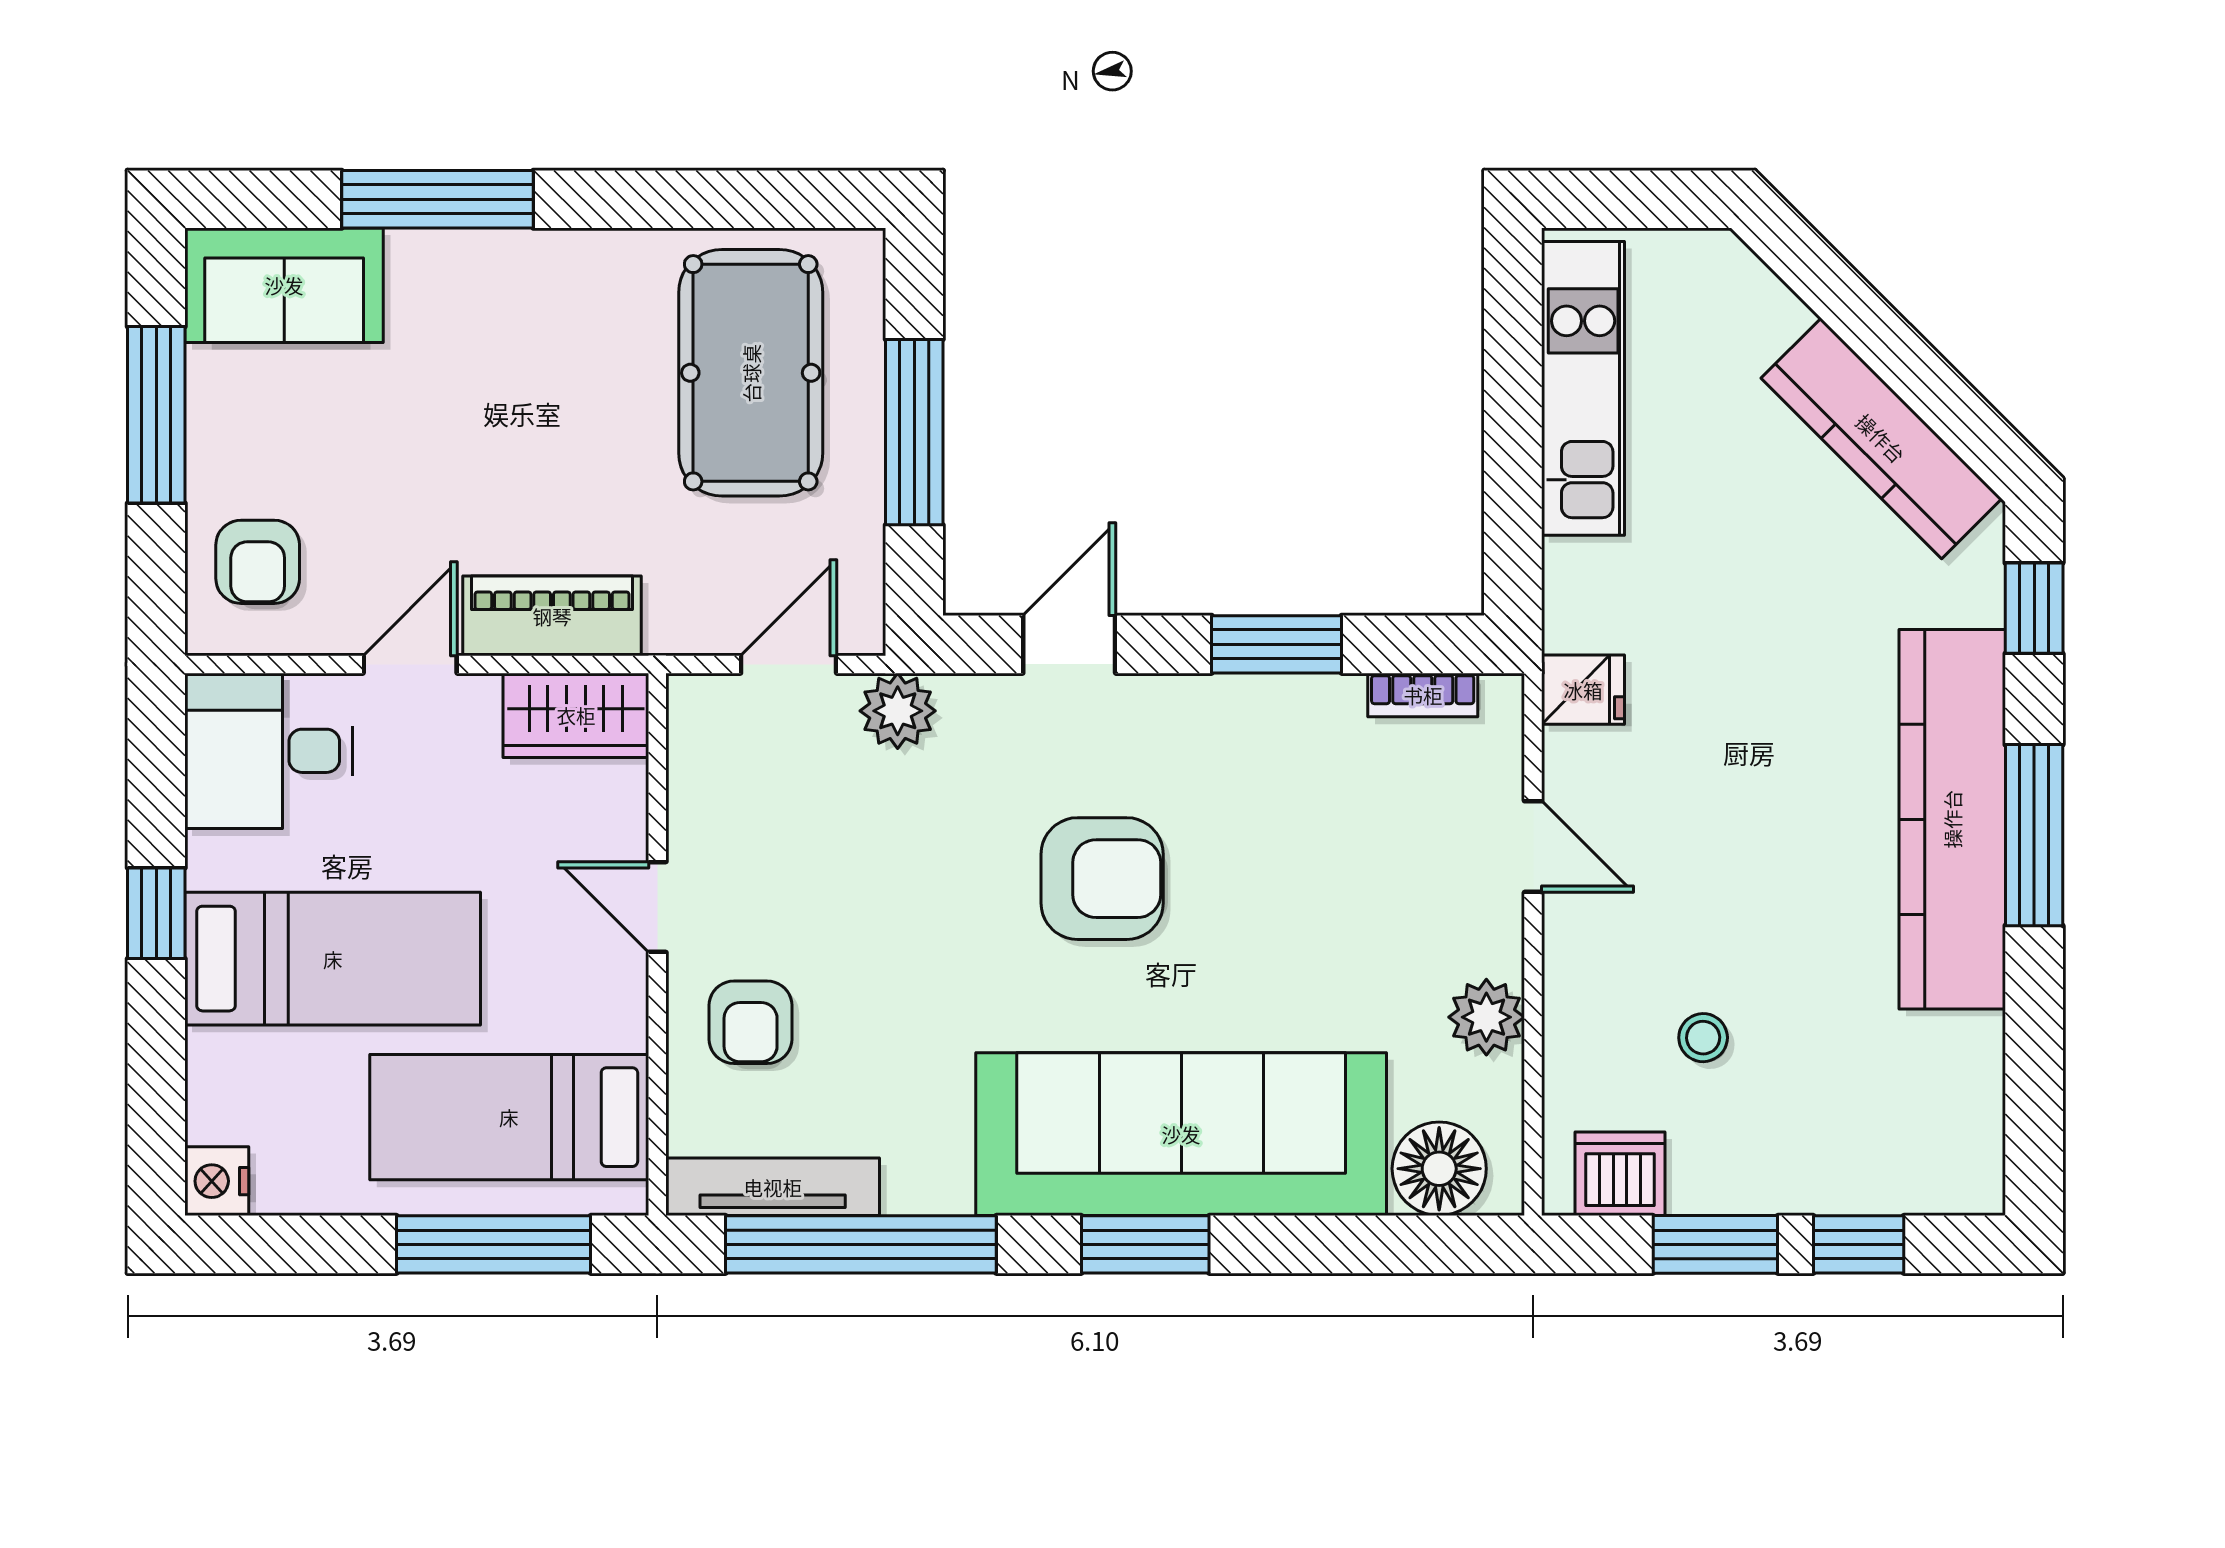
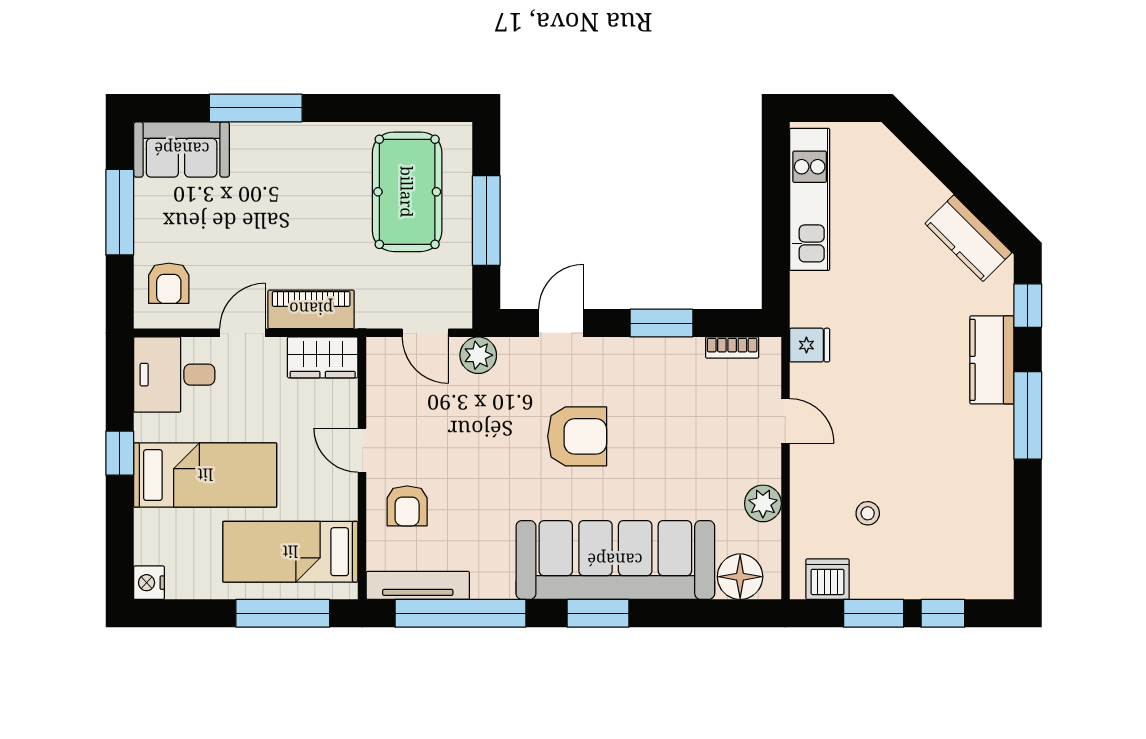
kitchen counter: (1881, 438) -> (968, 238), width x0.67
door: (789, 664) -> (425, 333), swing flipped
kitchen counter: (1952, 819) -> (992, 360), width x0.48, depth x0.86

